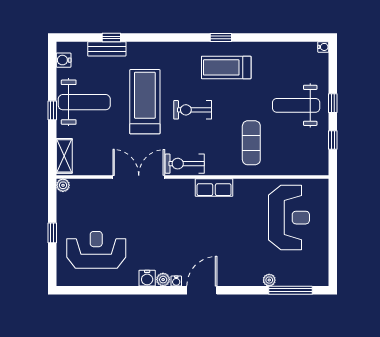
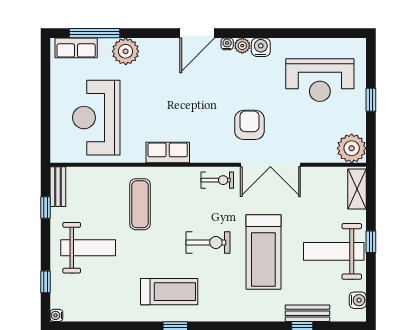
window: (333, 103) -> (46, 282), moved
bench: (322, 158) -> (58, 187), added
exercise bike: (185, 164) -> (217, 180), width x0.73, depth x0.72
plant: (63, 185) -> (352, 148), width x1.87, depth x1.87
row of seats: (214, 188) -> (168, 152), moved
armchair: (157, 211) -> (249, 125), added
row of seats: (306, 278) -> (76, 48), added
plant: (269, 280) -> (126, 51), width x1.88, depth x1.88

